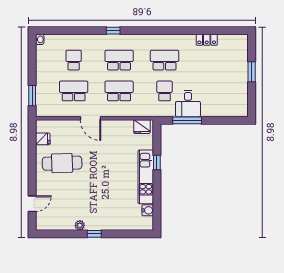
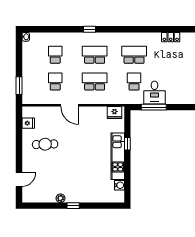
school desk: (74, 91) -> (55, 82), width x0.54
cafe table: (62, 163) -> (45, 144), width x0.73, depth x0.74

